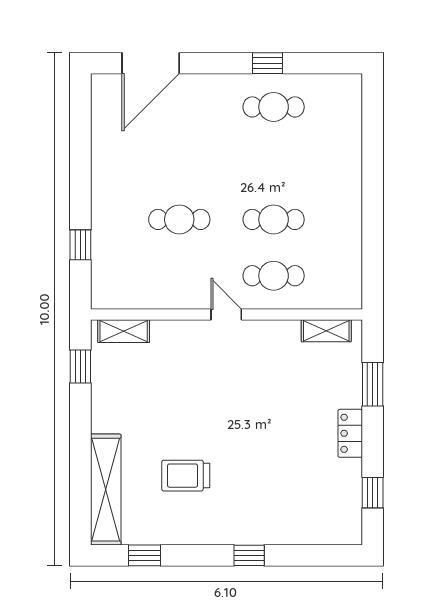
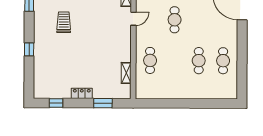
window: (268, 63) -> (242, 58), removed
cafe table: (274, 219) -> (199, 61), moved
door: (226, 314) -> (133, 19), moved
shelving: (326, 331) -> (126, 73), moved

